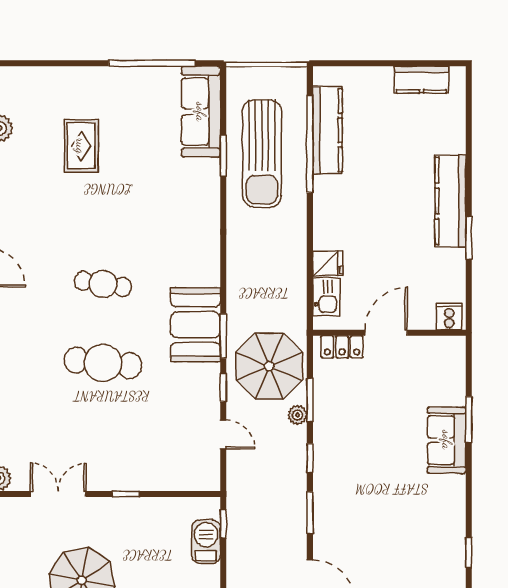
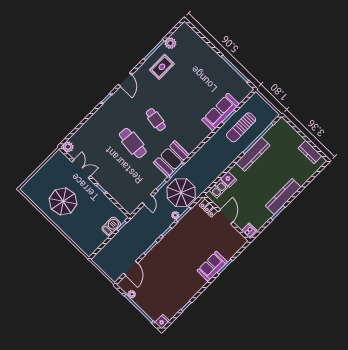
sofa: (201, 112) -> (220, 112), moved
kitchen counter: (327, 130) -> (253, 154), moved
rug: (81, 146) -> (162, 67), moved
sun lounger: (262, 153) -> (241, 127), width x0.73, depth x0.75
door: (386, 333) -> (226, 217), hinge flipped

